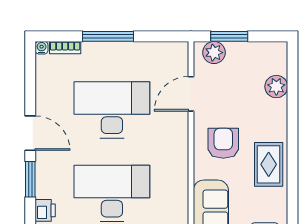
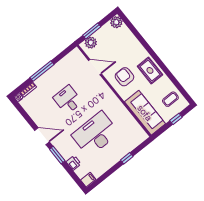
plant: (276, 87) -> (116, 22), moved
door: (191, 94) -> (95, 67), swing flipped
desk: (112, 110) -> (68, 100), width x0.53, depth x0.77

